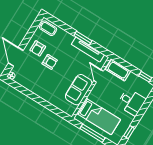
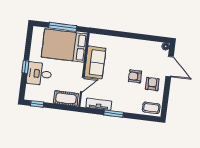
tv unit: (88, 50) -> (99, 104), width x0.71
door: (99, 76) -> (82, 84), hinge flipped
bed: (99, 116) -> (64, 46), width x1.50
window: (129, 132) -> (25, 67), moved

